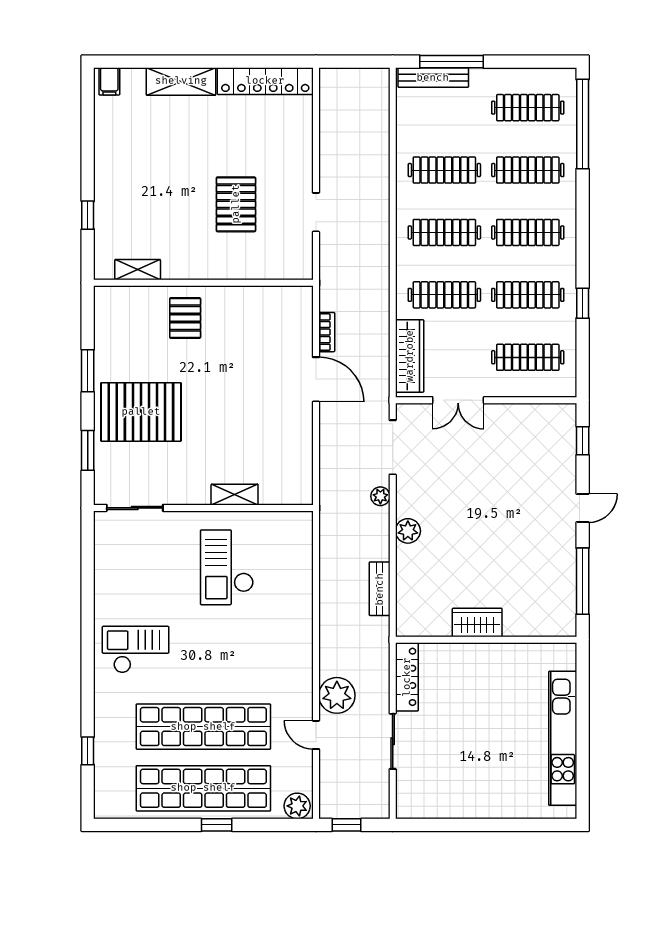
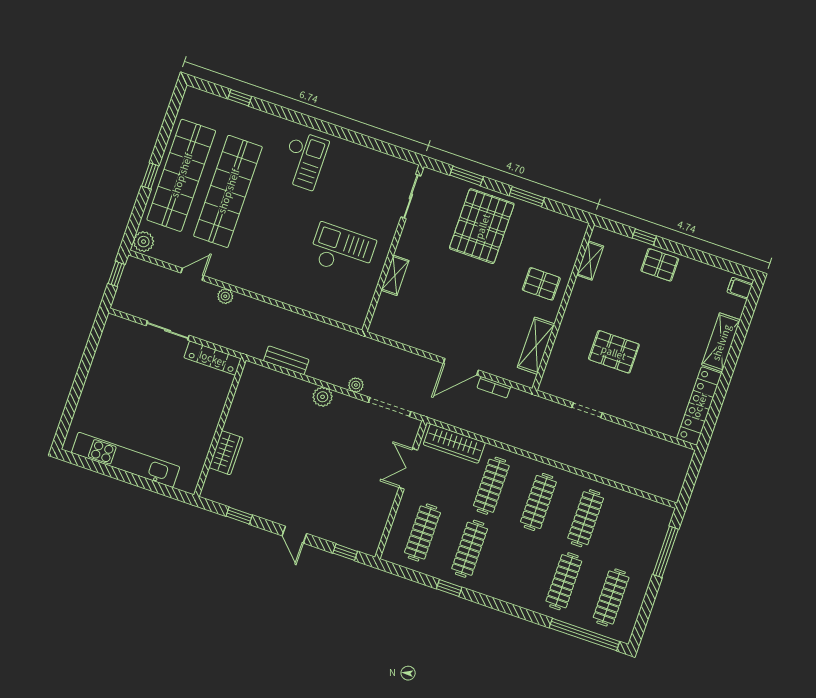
bench: (433, 78) -> (658, 534), removed
pallet: (114, 186) -> (660, 265), added
clothes rail: (528, 232) -> (517, 565), removed
shelving: (260, 299) -> (536, 346), added
window: (583, 581) -> (239, 516), width x0.46
wardrobe: (477, 622) -> (226, 453), moved
plant: (337, 695) -> (225, 296), width x0.53, depth x0.53

